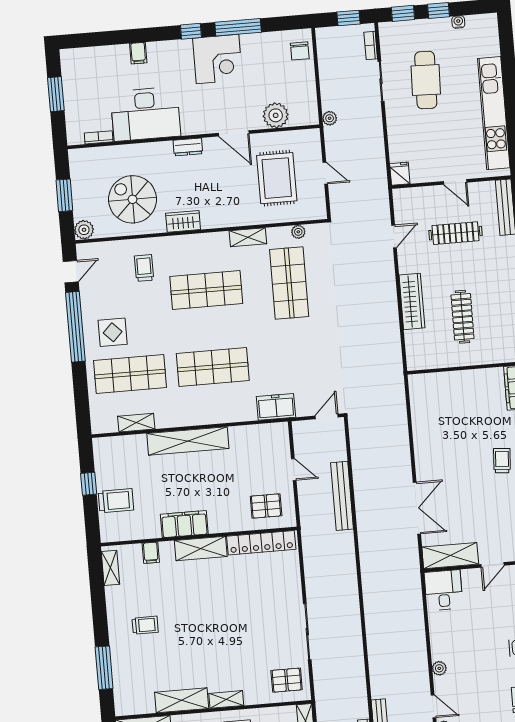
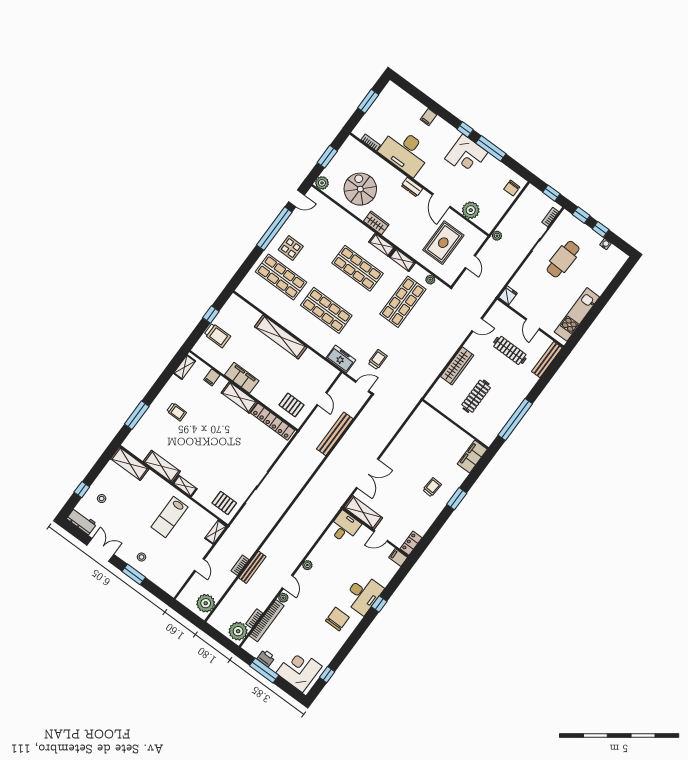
kitchen unit: (494, 113) -> (577, 314), width x0.73
trolley: (144, 268) -> (378, 359), moved
shelving: (136, 423) -> (382, 245), moved

